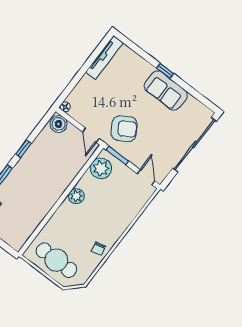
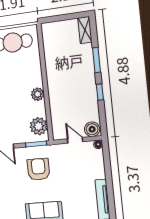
armchair: (124, 129) -> (38, 169), moved, turned 121
door: (91, 135) -> (75, 140), moved

